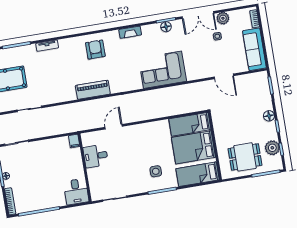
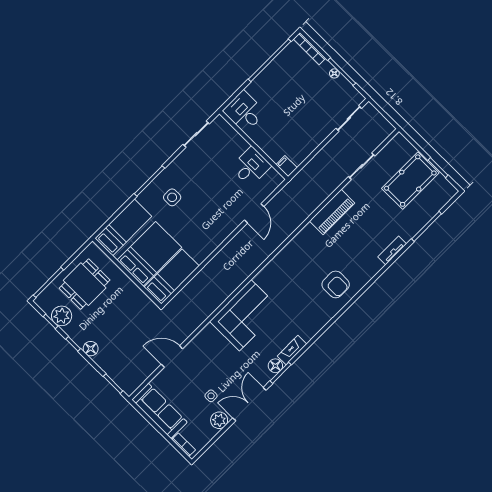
fireplace: (130, 32) -> (292, 350), moved
piano: (93, 90) -> (332, 212), moved

